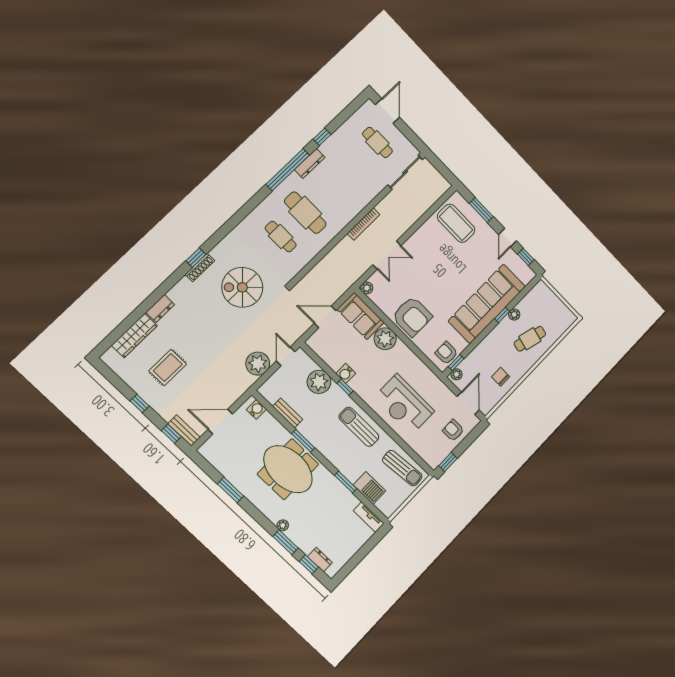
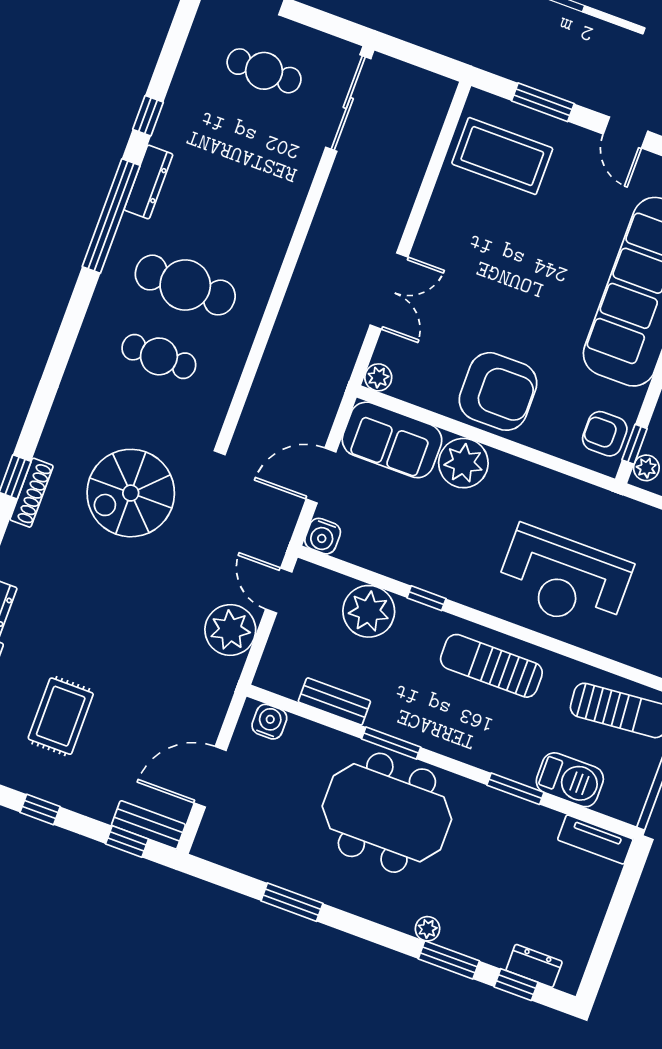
bookcase: (364, 224) -> (312, 251), removed
water cooler: (346, 373) -> (323, 536), moved

